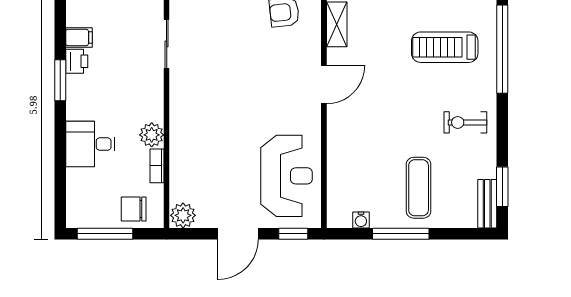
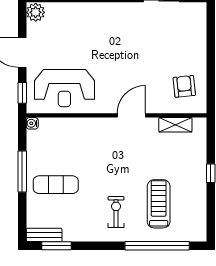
door: (324, 85) -> (131, 115), swing flipped
exercise bike: (465, 122) -> (116, 212), moved
water cooler: (361, 220) -> (32, 123), moved

